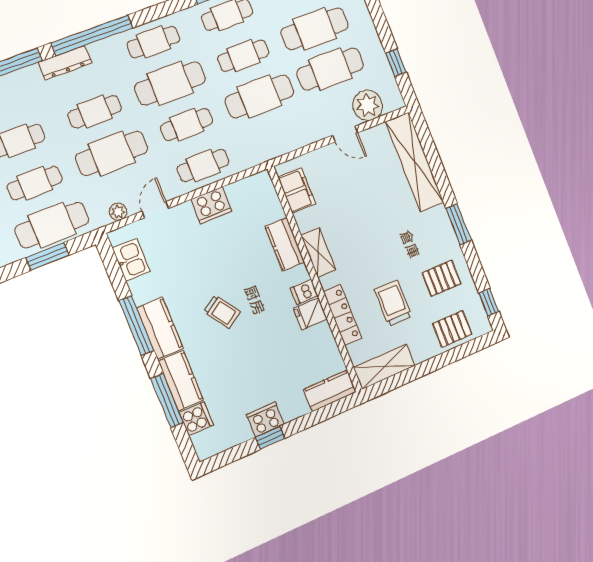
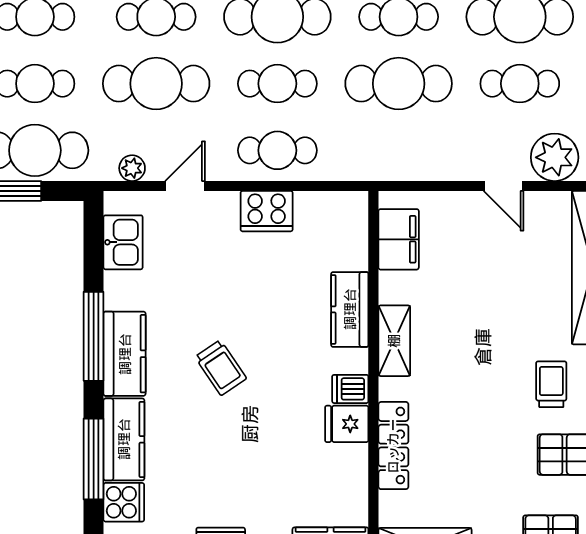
cafe table: (330, 69) -> (520, 84), width x0.73, depth x0.74
trolley: (393, 303) -> (551, 384), moved, width x0.73, depth x0.72

